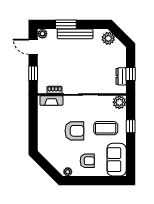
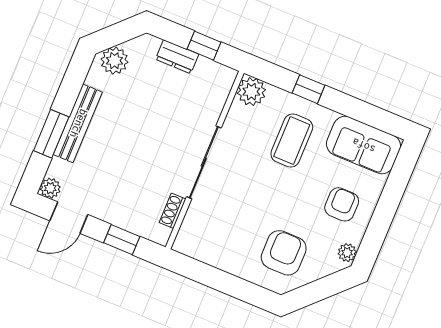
dresser: (121, 76) -> (177, 57), moved
fireplace: (51, 101) -> (191, 226), removed
armchair: (74, 131) -> (284, 253), moved

